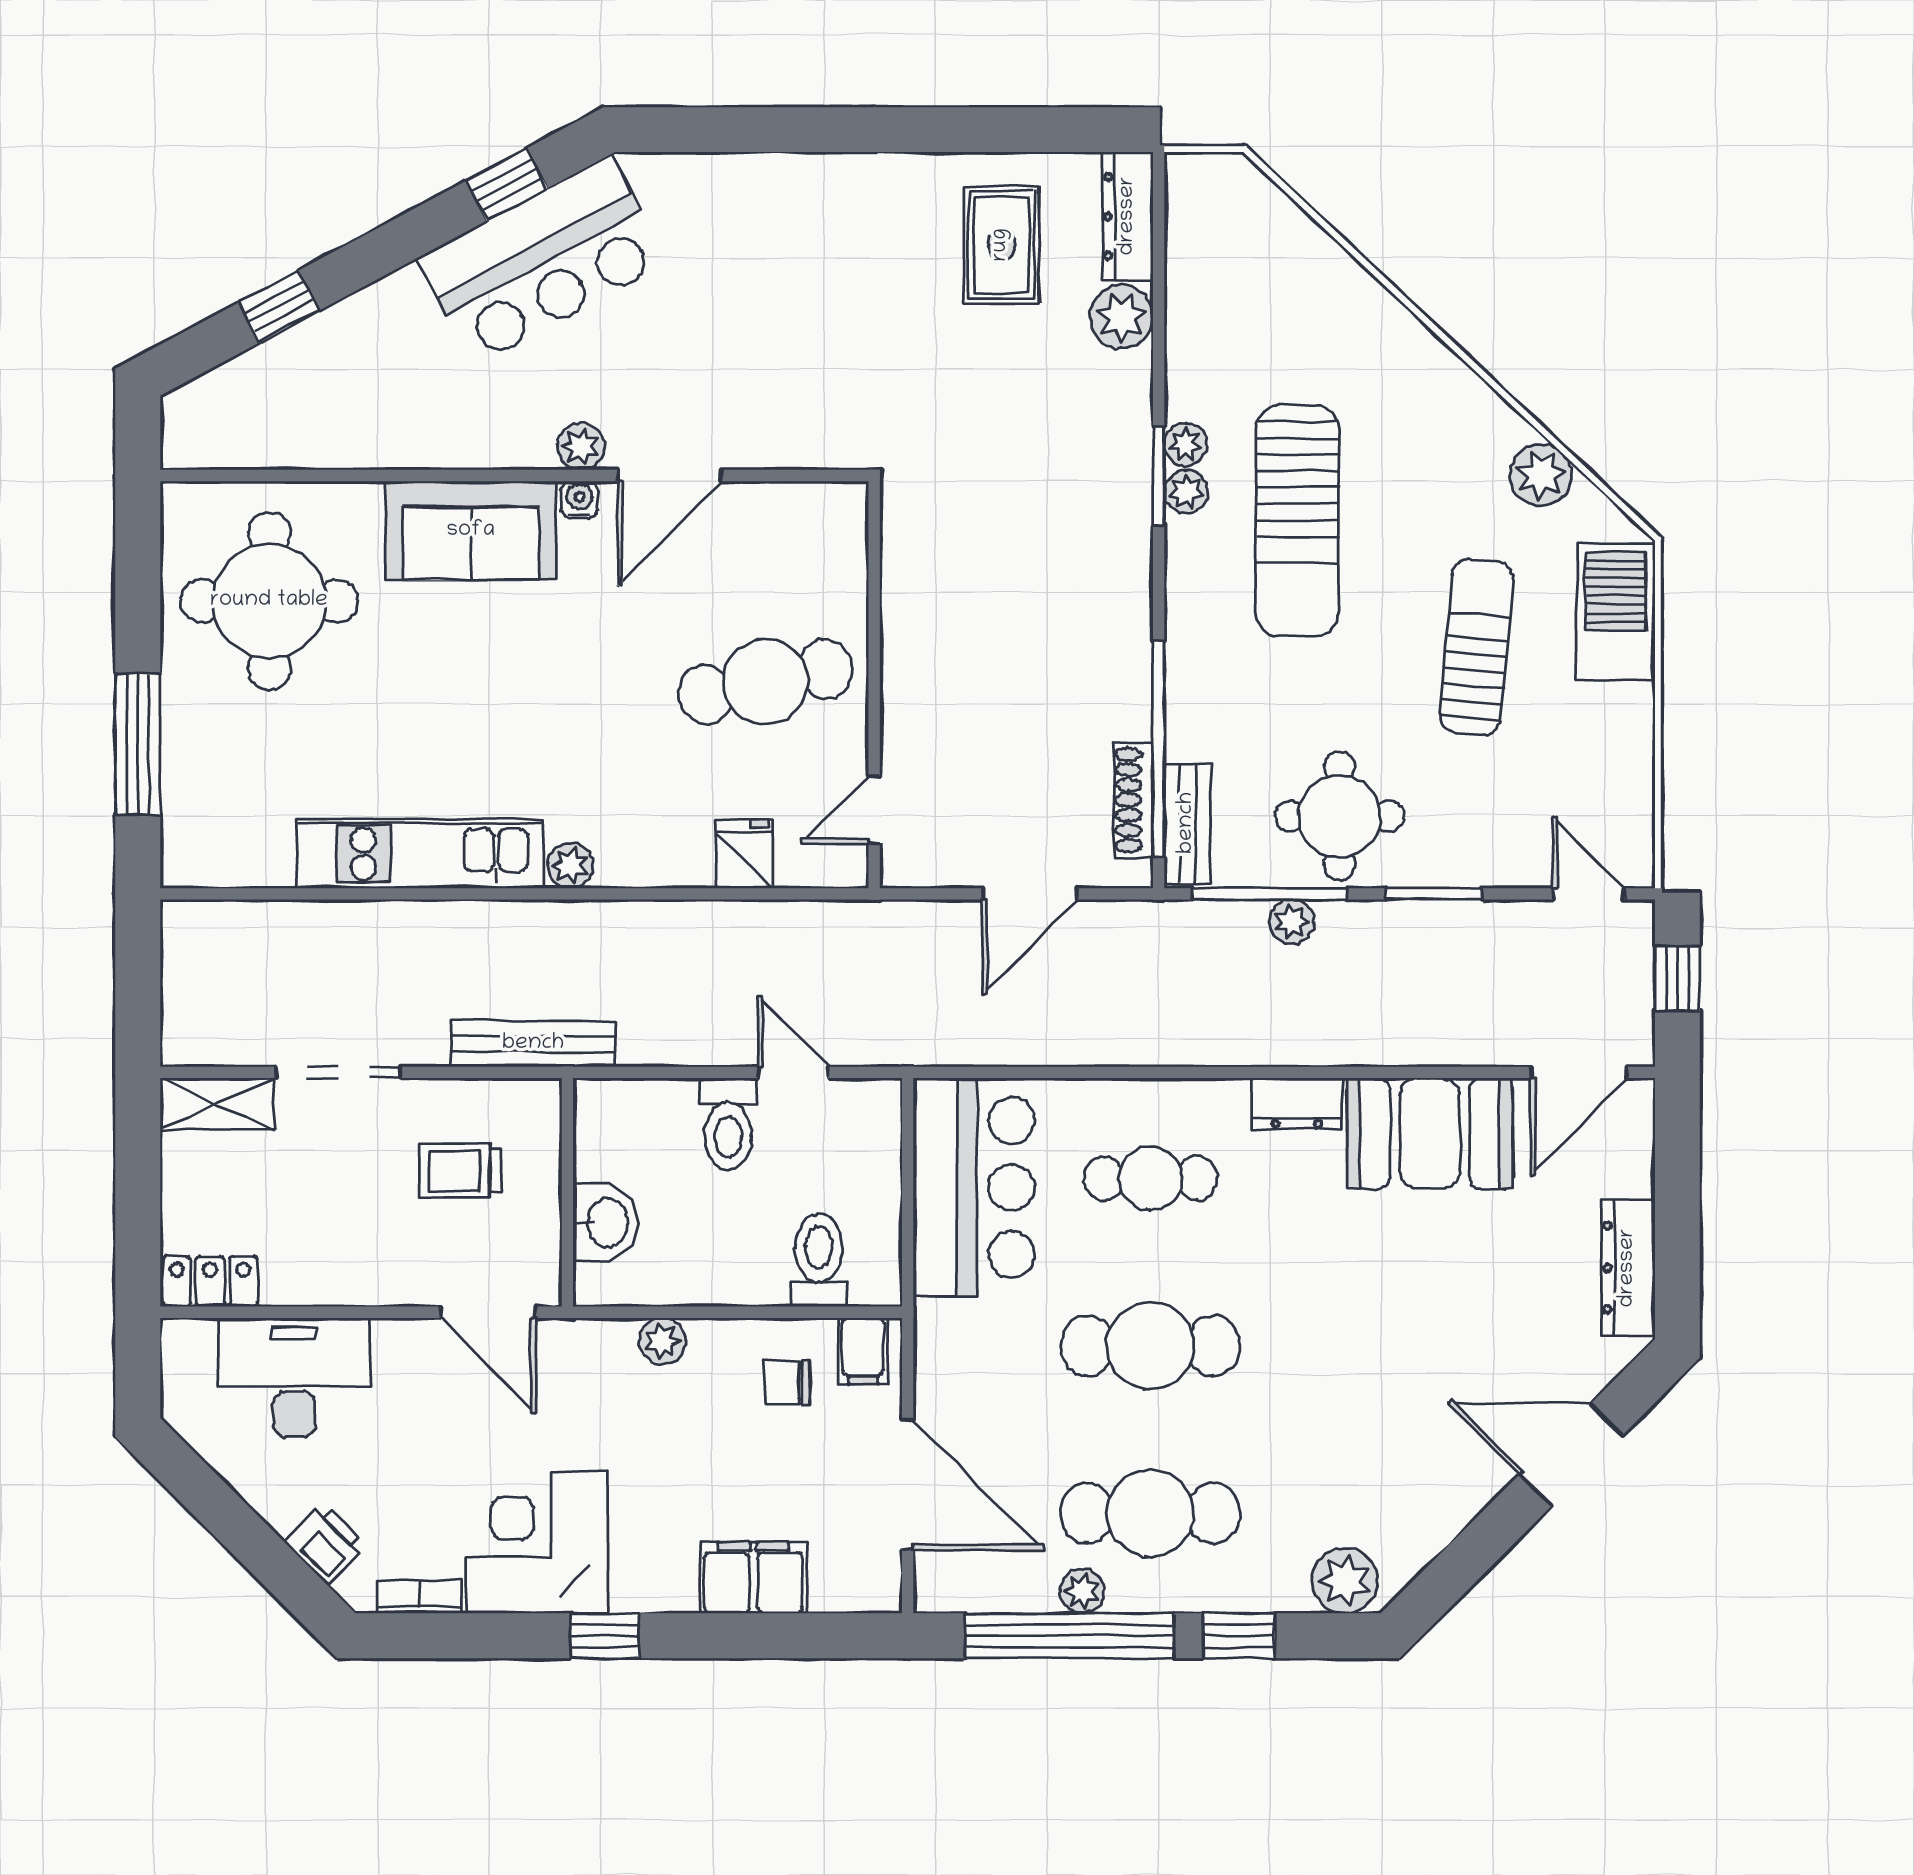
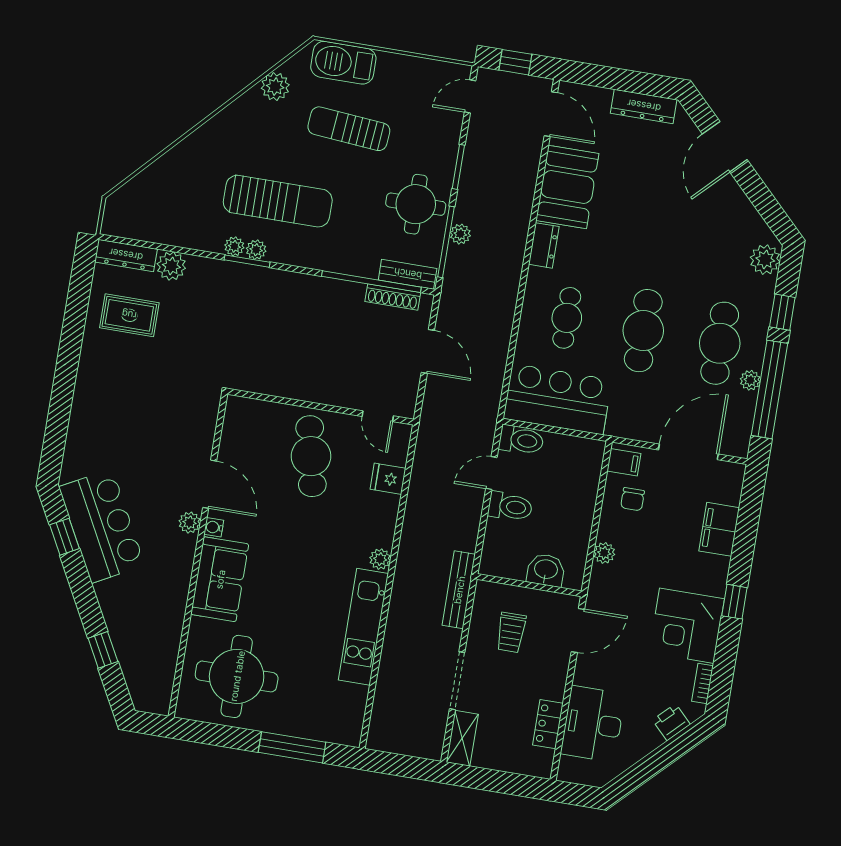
toilet: (819, 1260) -> (521, 440), moved, turned 180
locker: (210, 1281) -> (548, 724), moved

